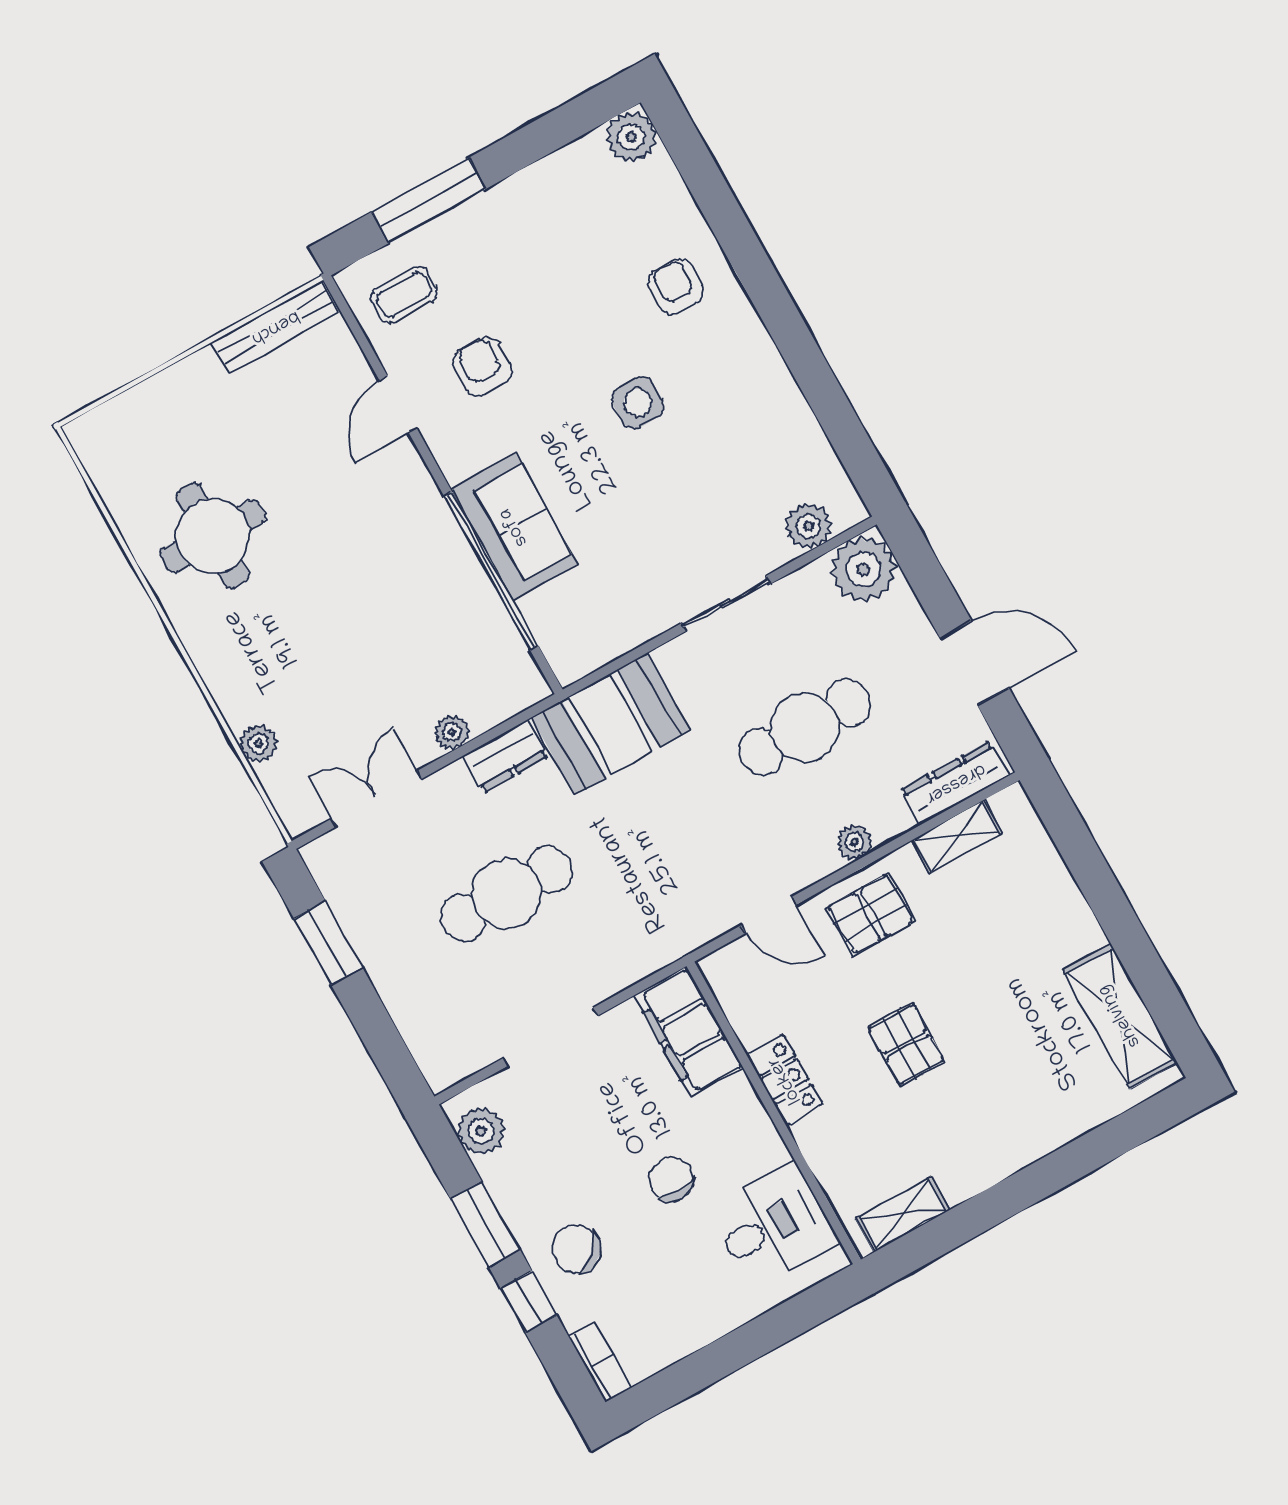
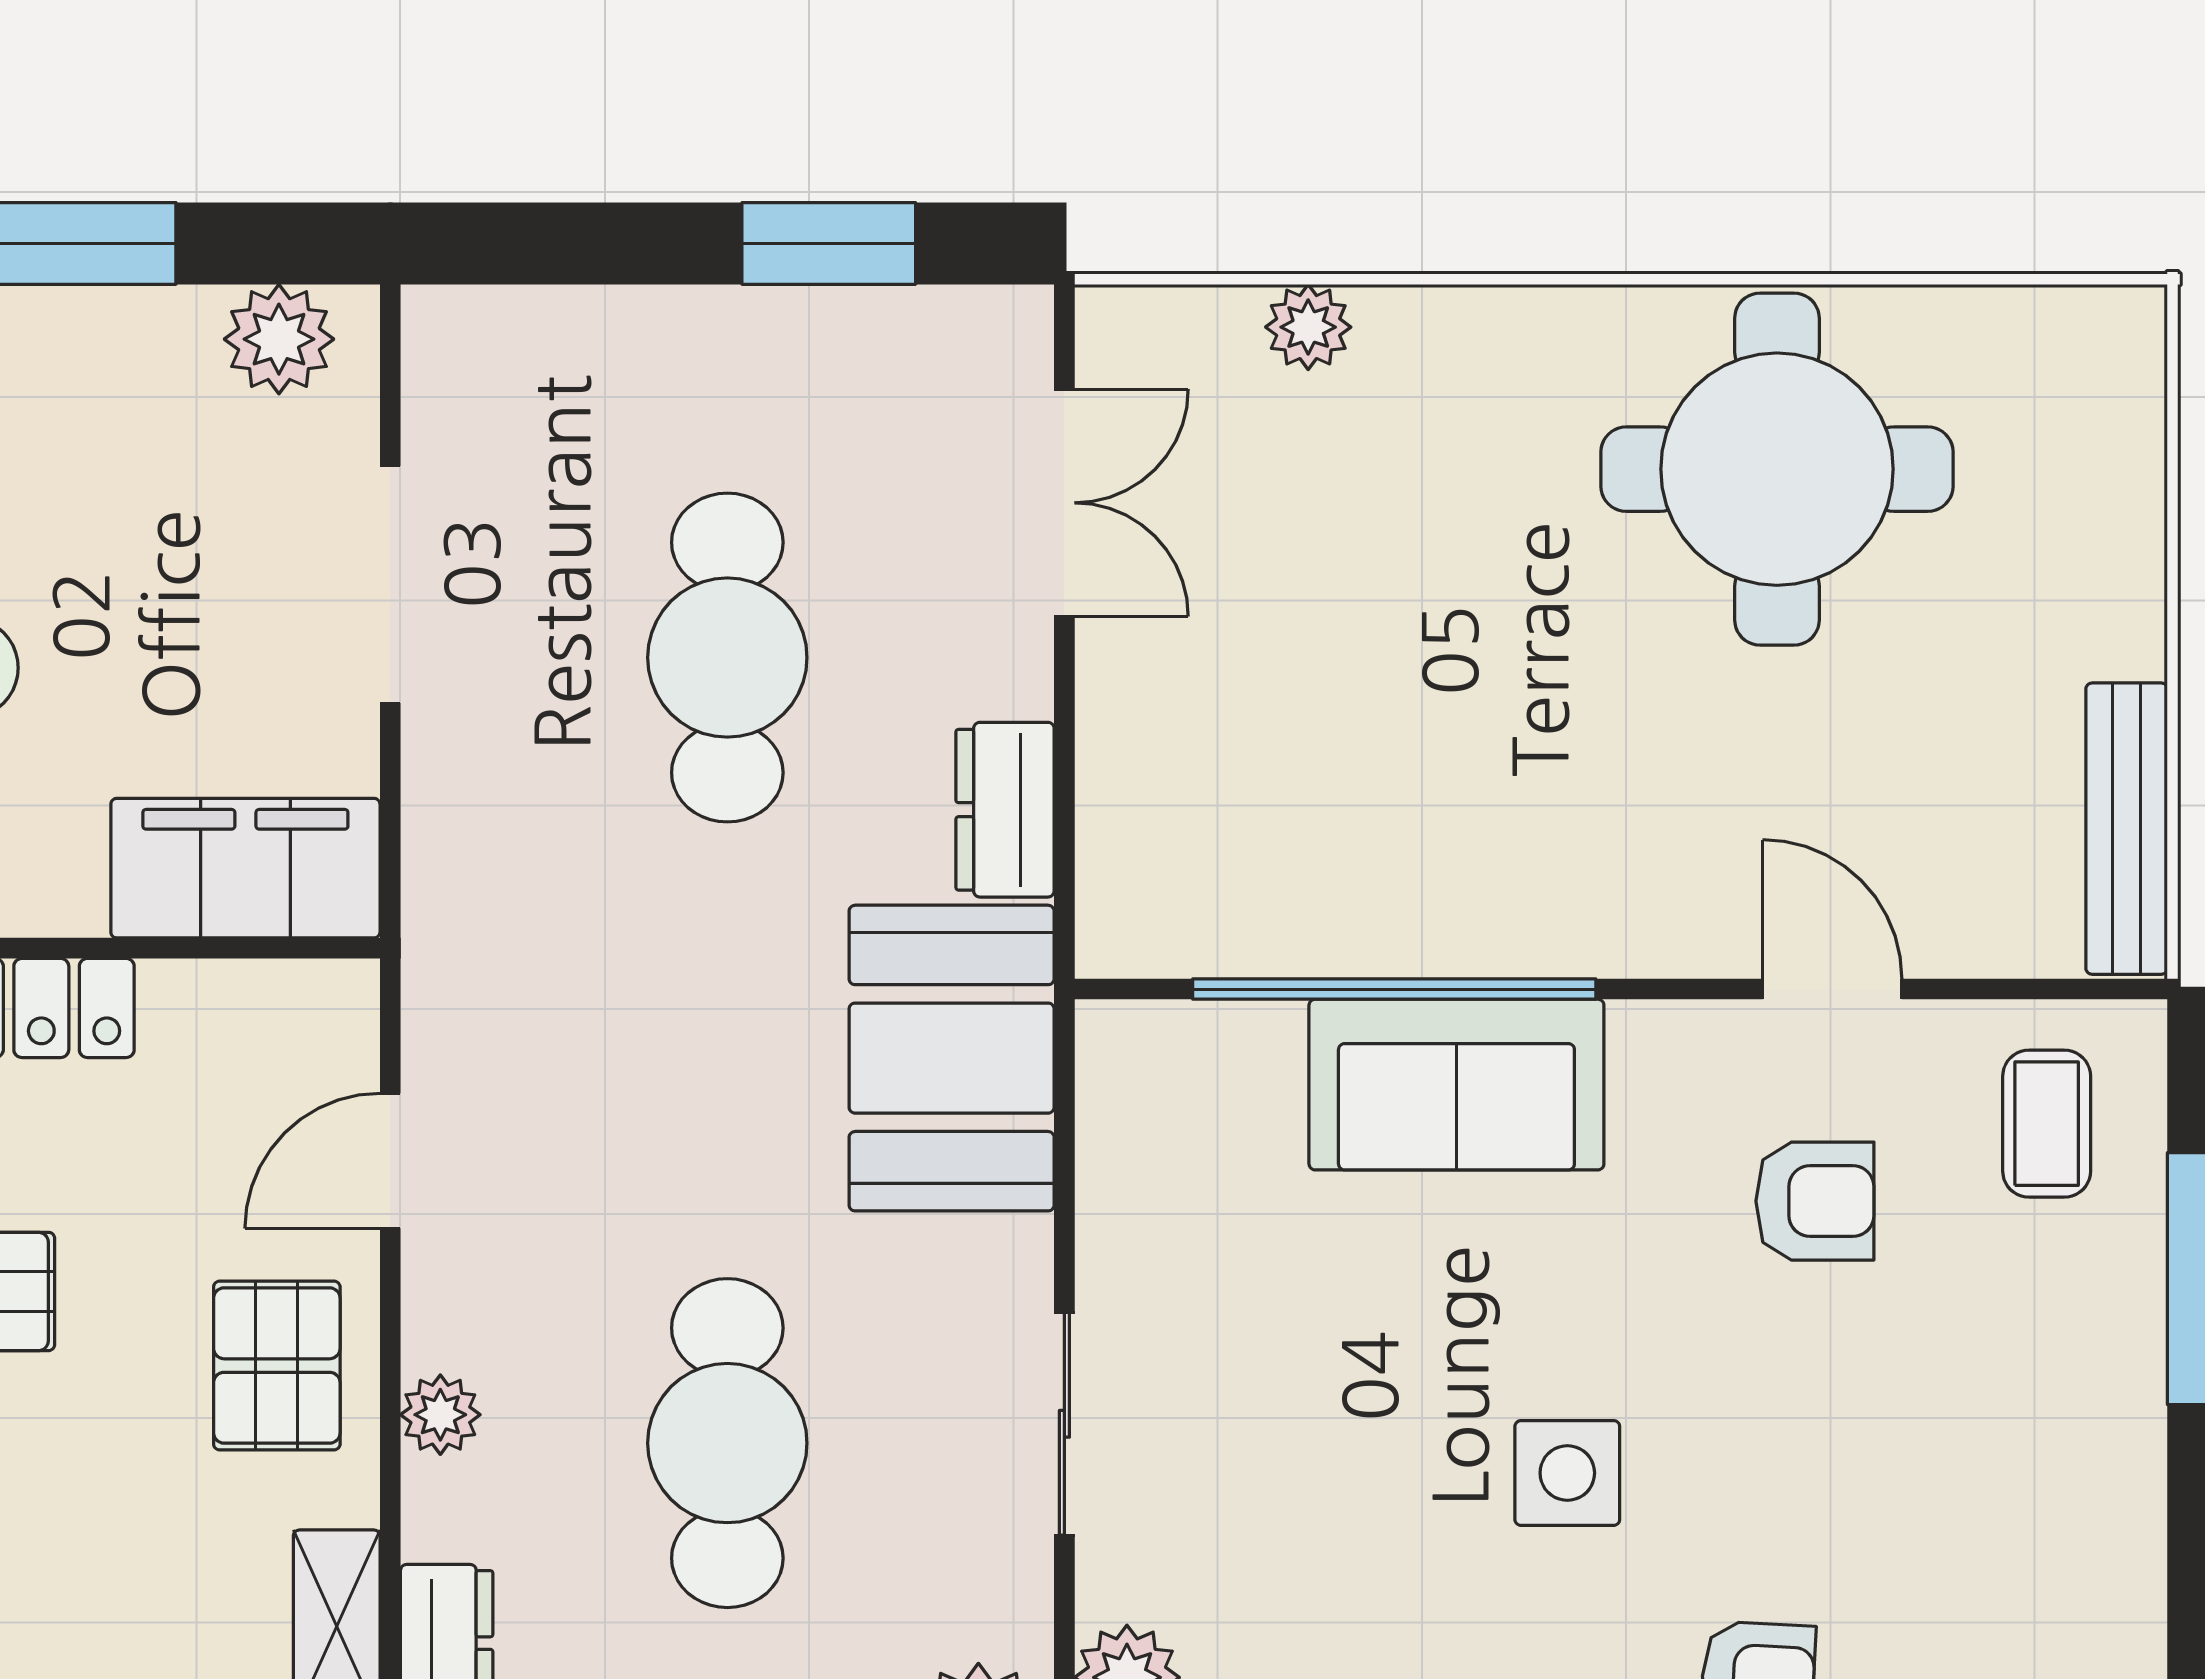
round table: (213, 536) -> (1777, 469), width x1.36, depth x1.36
plant: (452, 732) -> (1114, 729), removed

